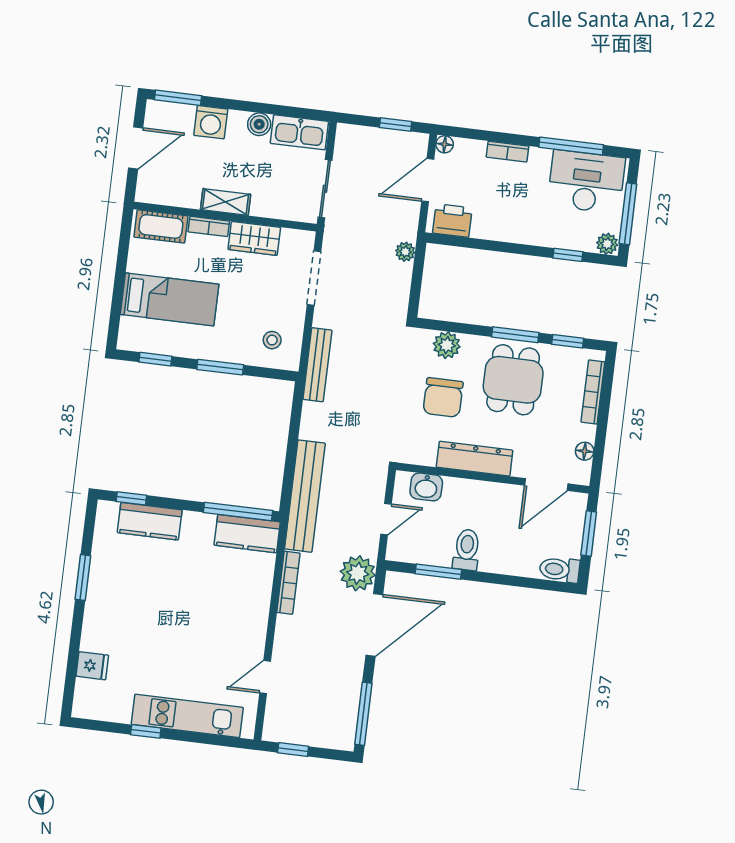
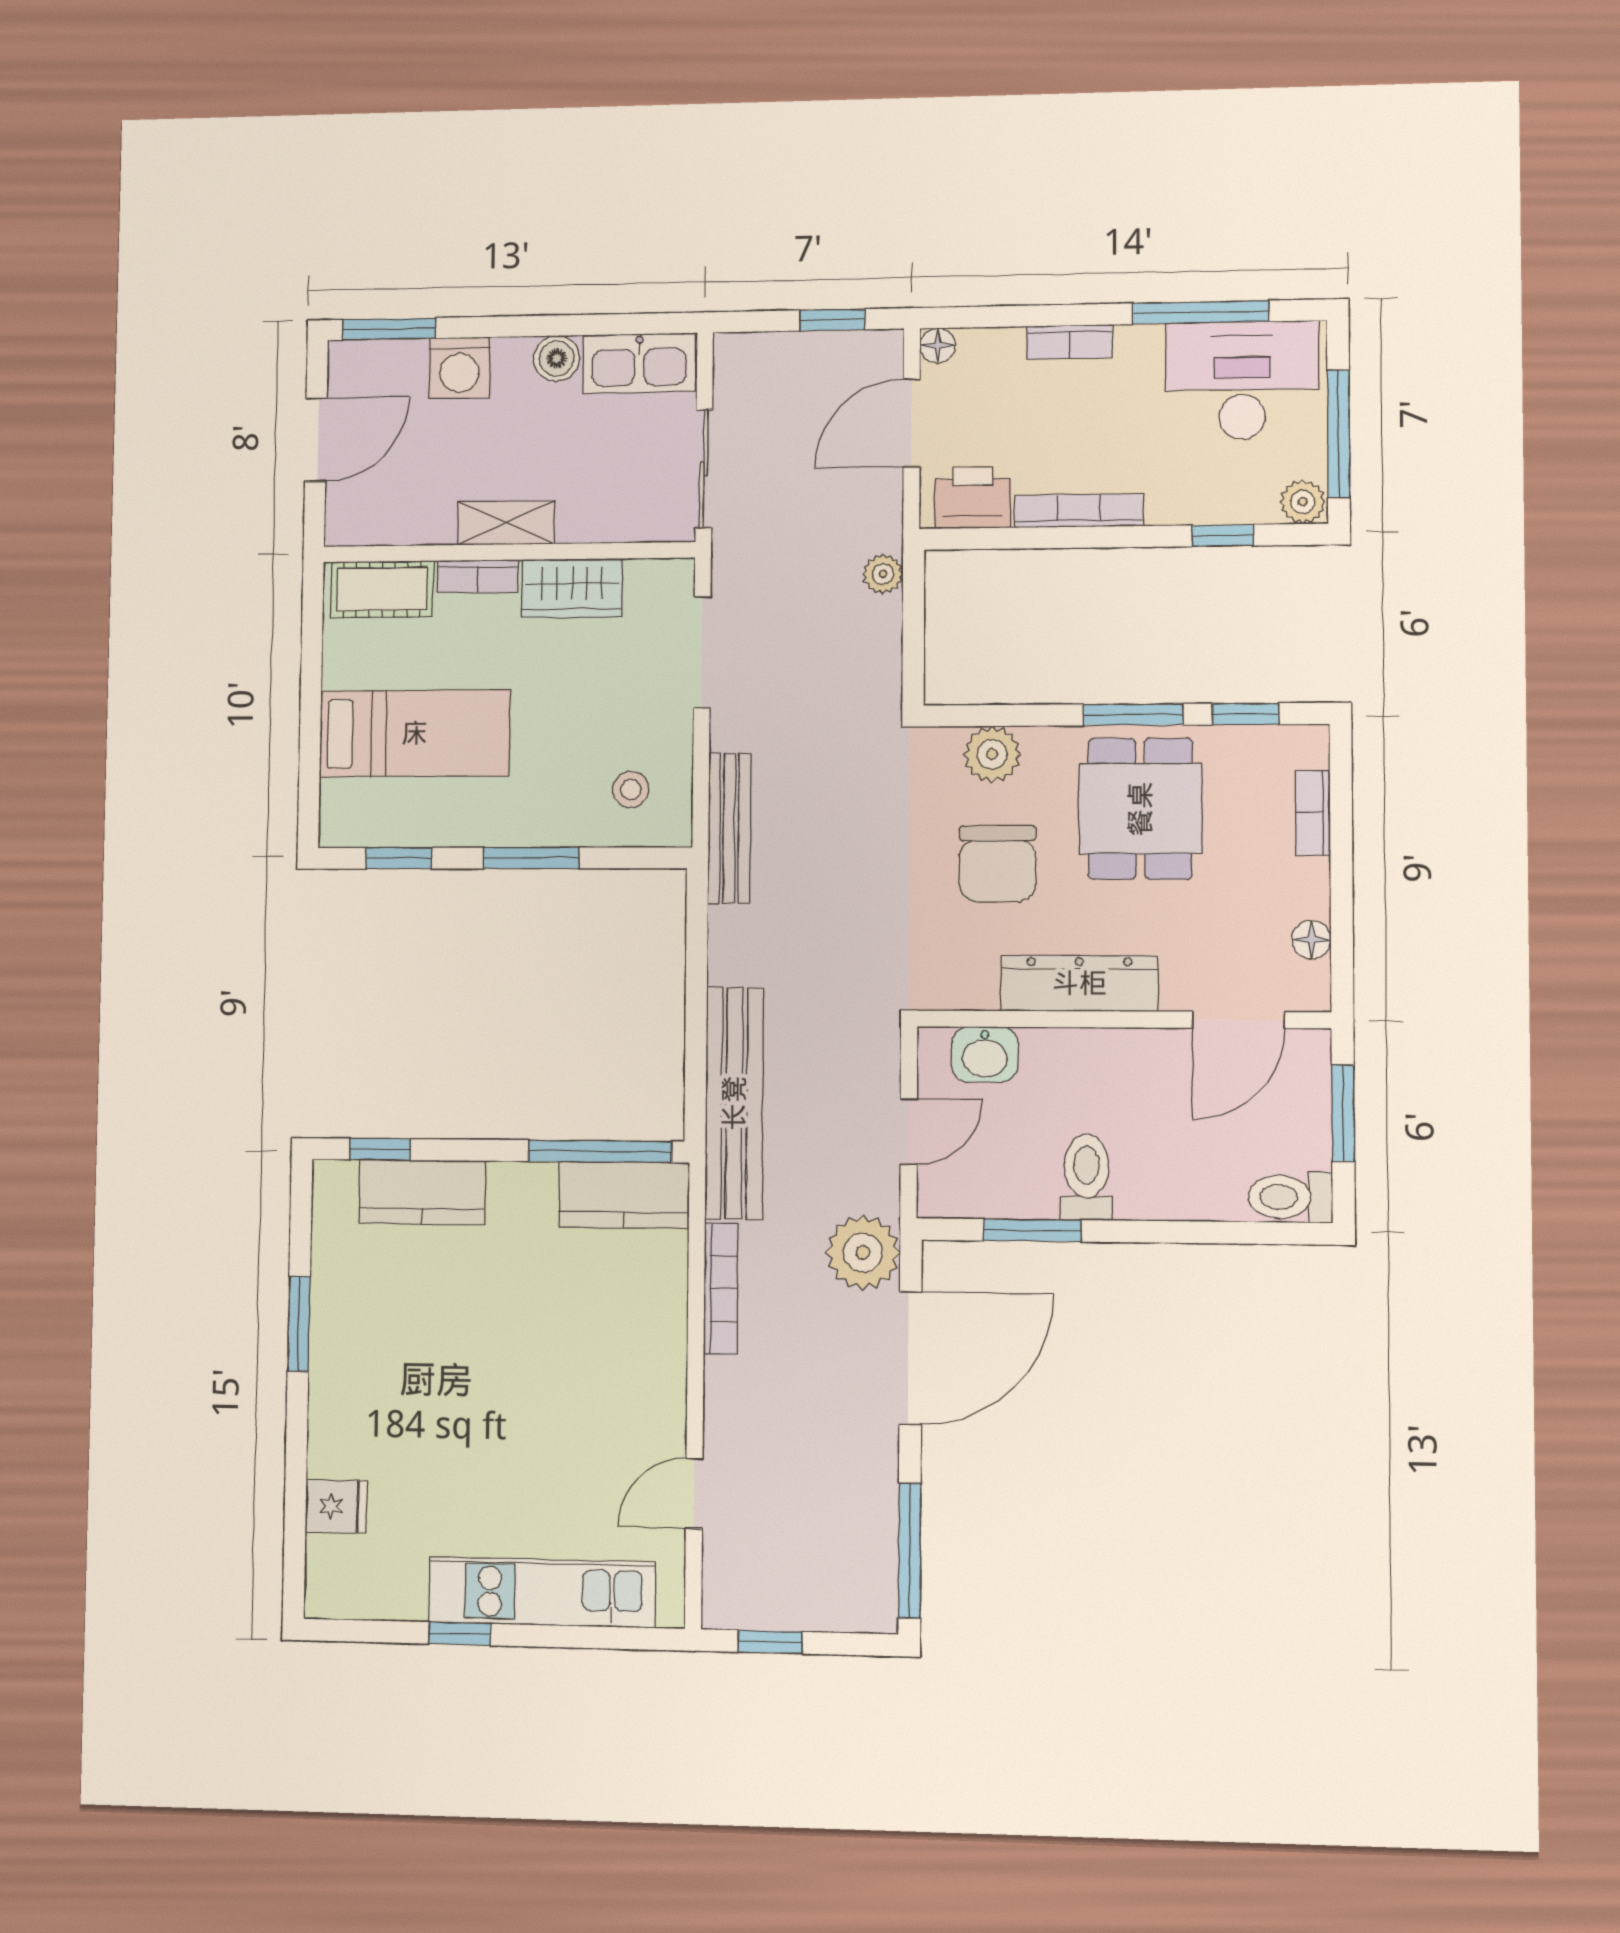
bookcase: (502, 234) -> (1079, 511), added
bookcase: (593, 392) -> (1313, 813), width x0.64

